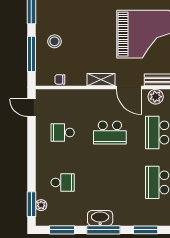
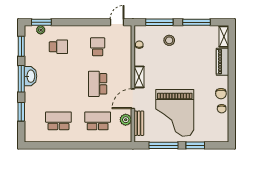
school desk: (63, 182) -> (58, 47), turned -90

